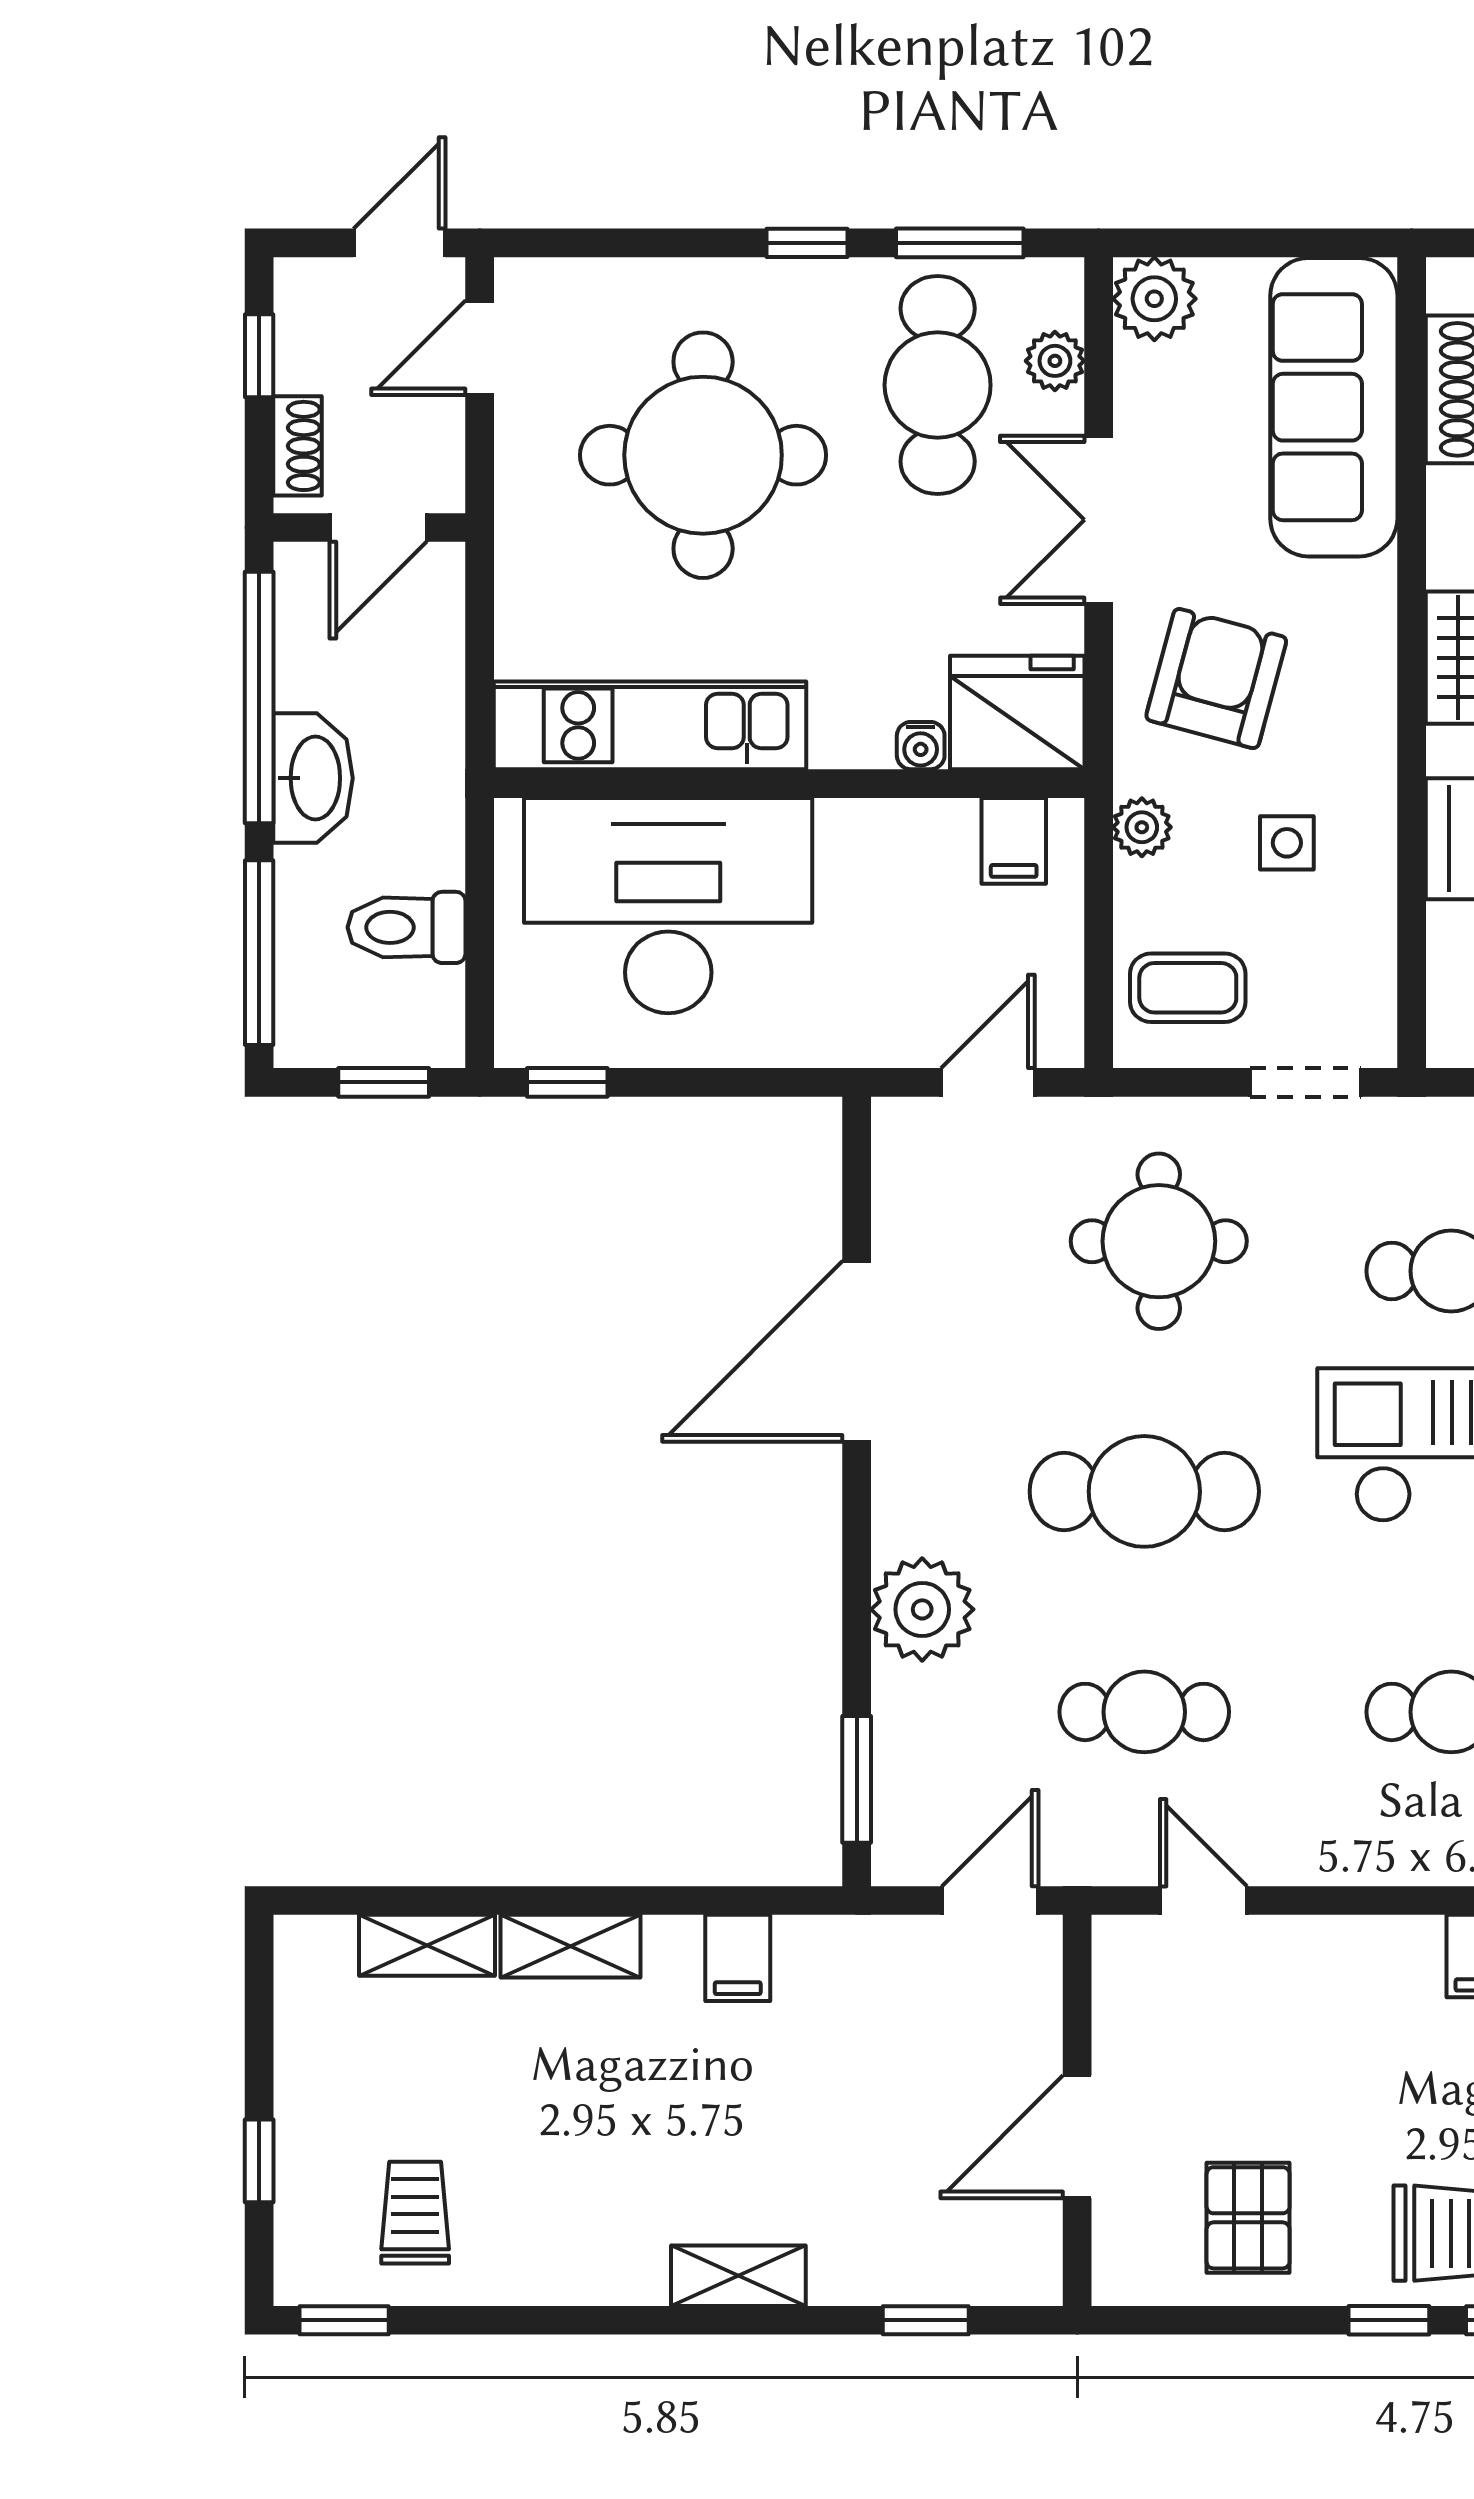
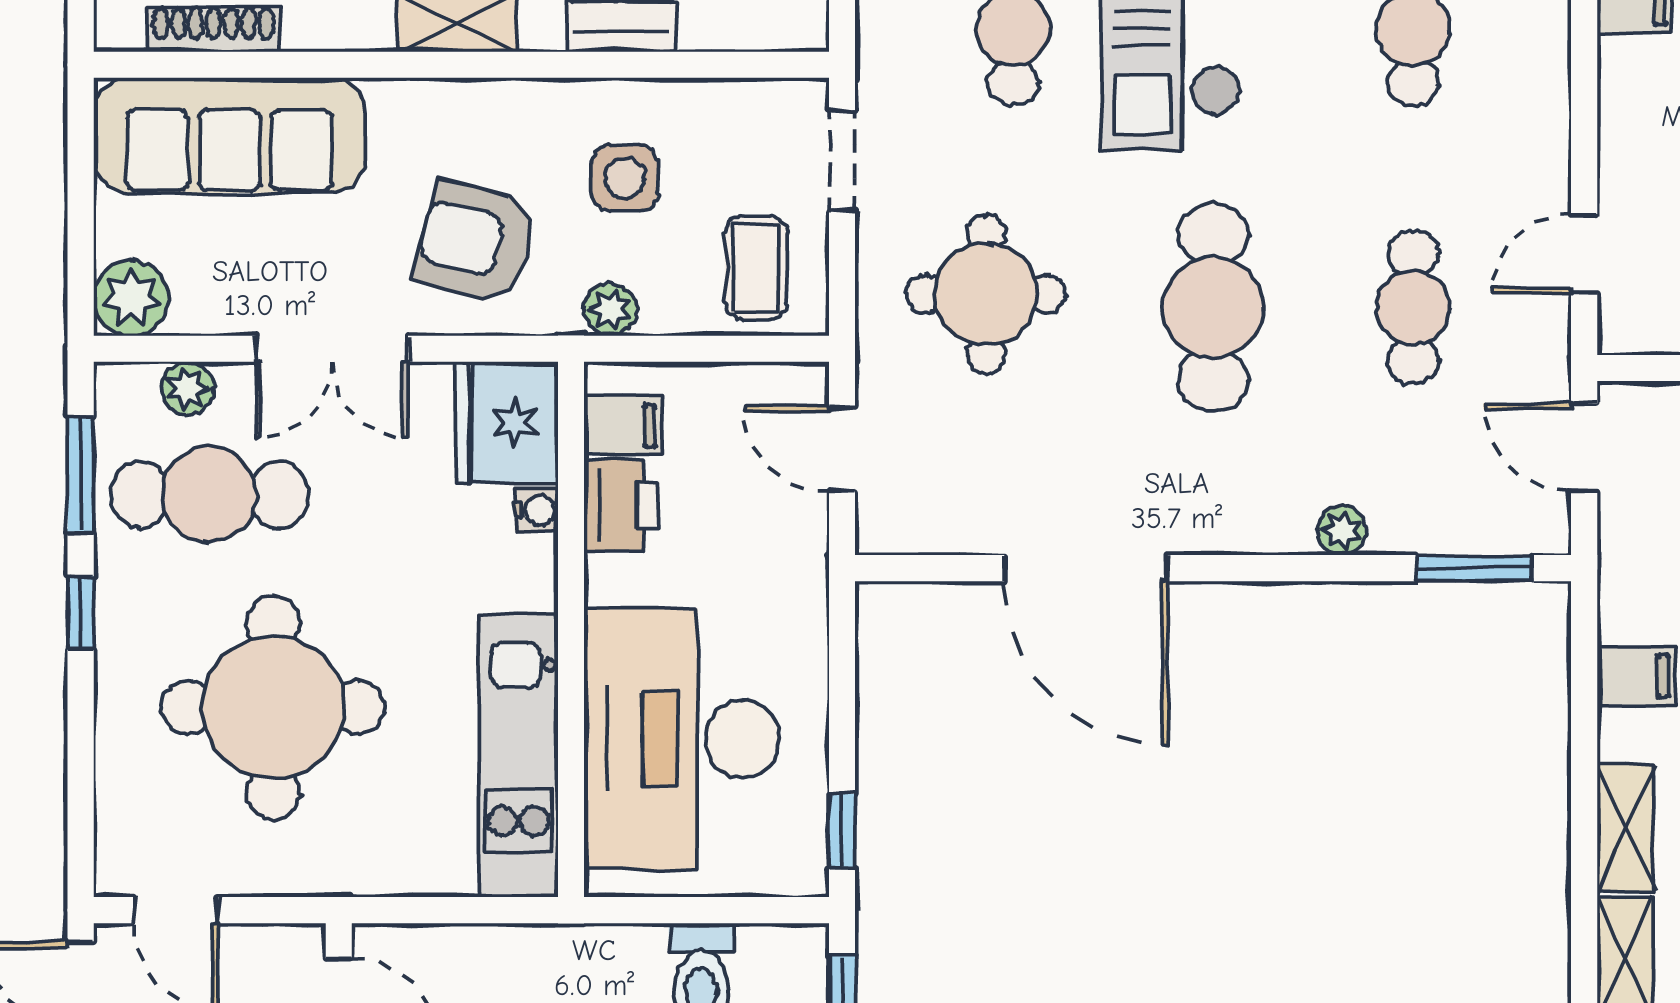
printer: (926, 839) -> (621, 505), added
side table: (1287, 843) -> (625, 178), width x1.37, depth x1.37
plant: (922, 1609) -> (1342, 530), width x0.53, depth x0.53

